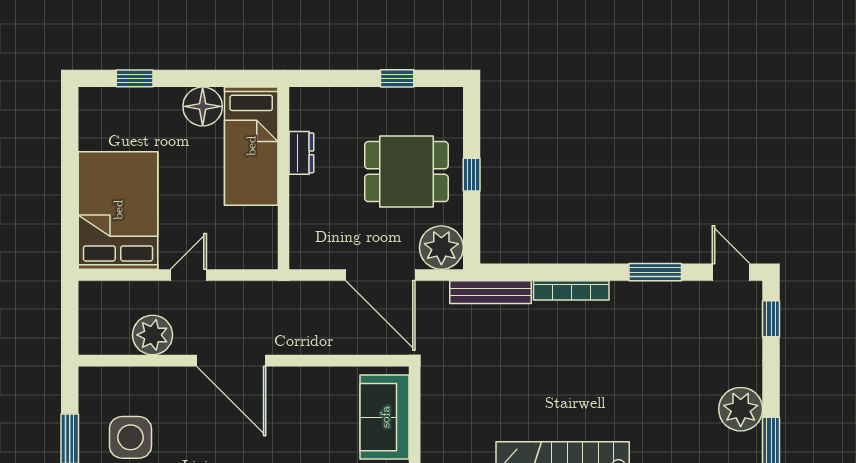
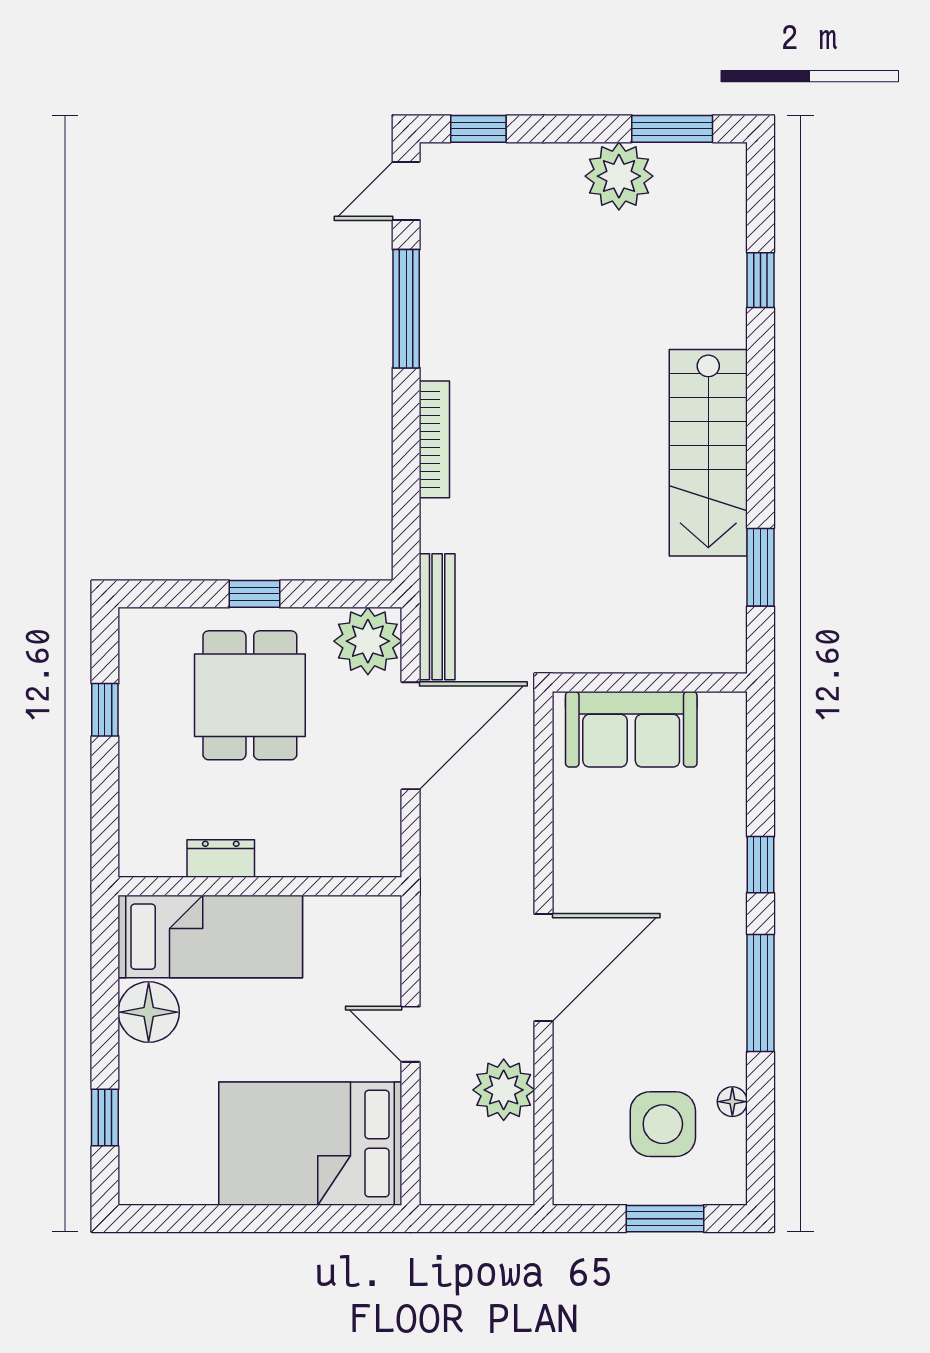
window: (655, 272) -> (406, 309), width x1.44
bench: (491, 292) -> (437, 617), moved

